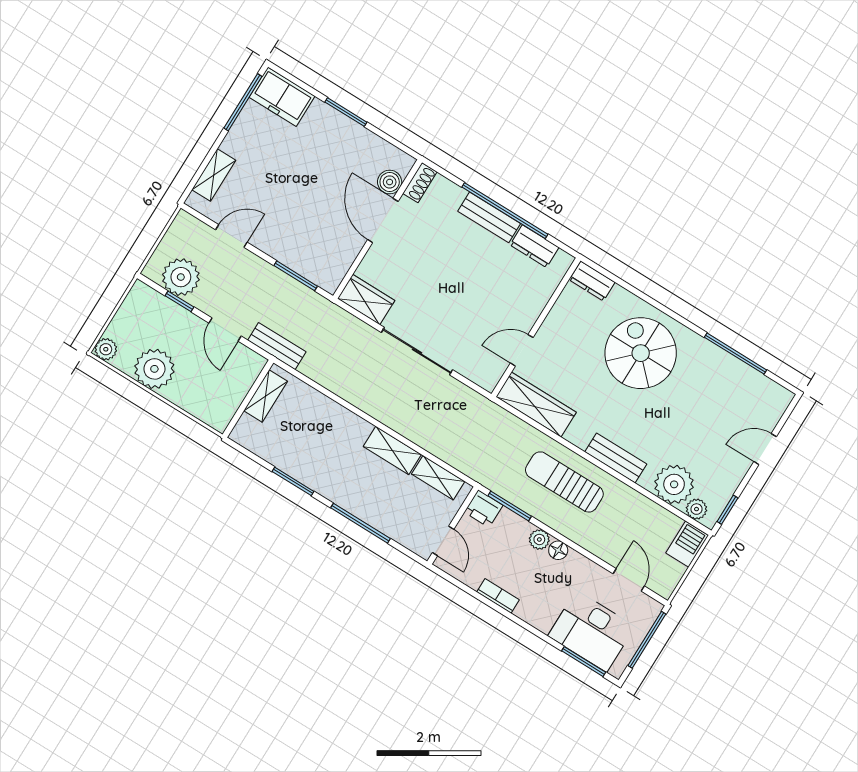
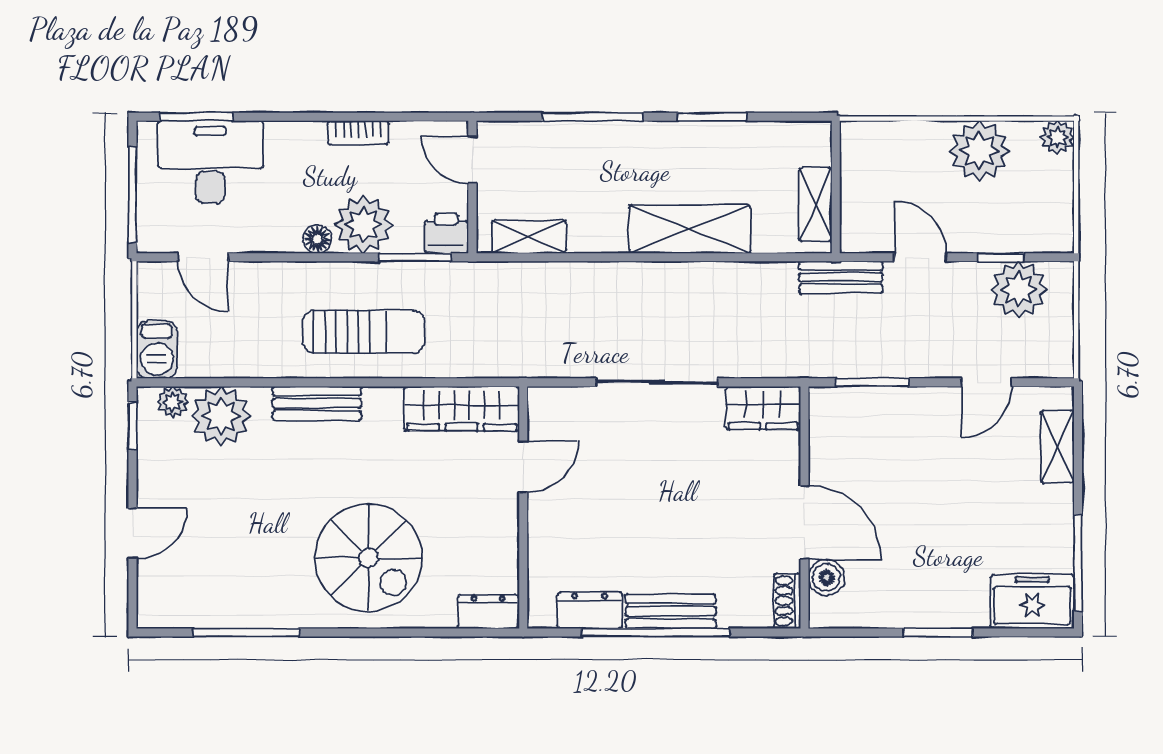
shelving: (392, 450) -> (690, 229), moved, width x1.50, depth x1.33
plant: (539, 539) -> (364, 225), width x1.88, depth x1.88

